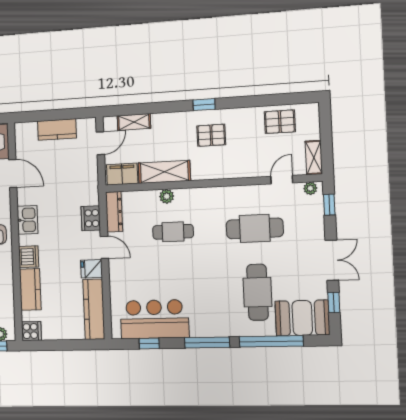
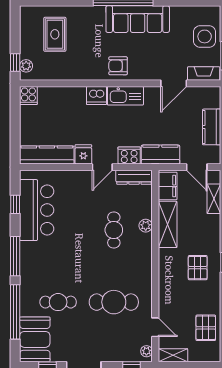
kitchen sink: (28, 220) -> (125, 96), width x1.38
cafe table: (255, 228) -> (114, 302), turned 90
kitchen counter: (30, 289) -> (160, 155), moved, turned 180
cafe table: (258, 292) -> (58, 302), width x0.73, depth x0.74

